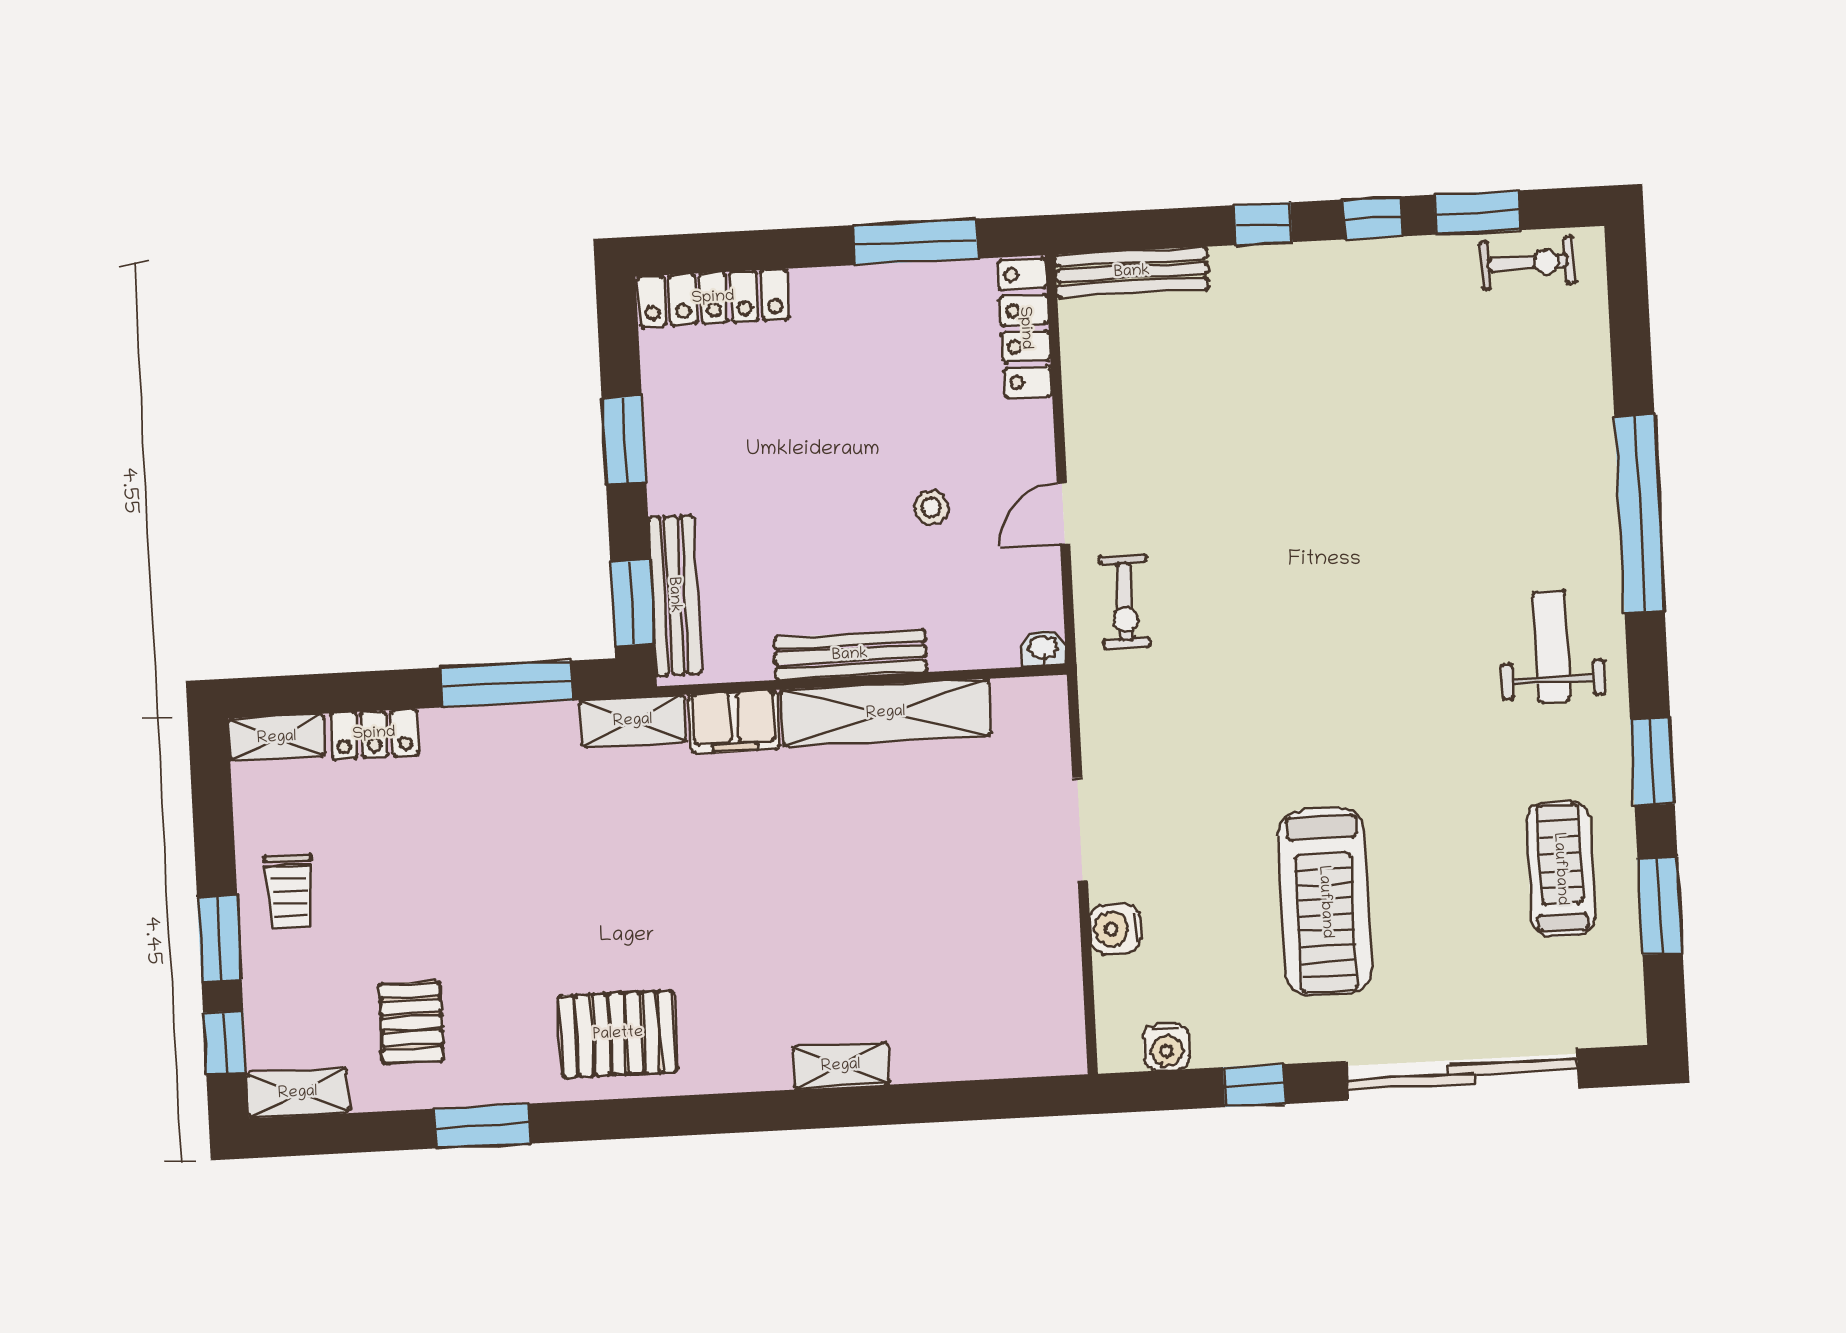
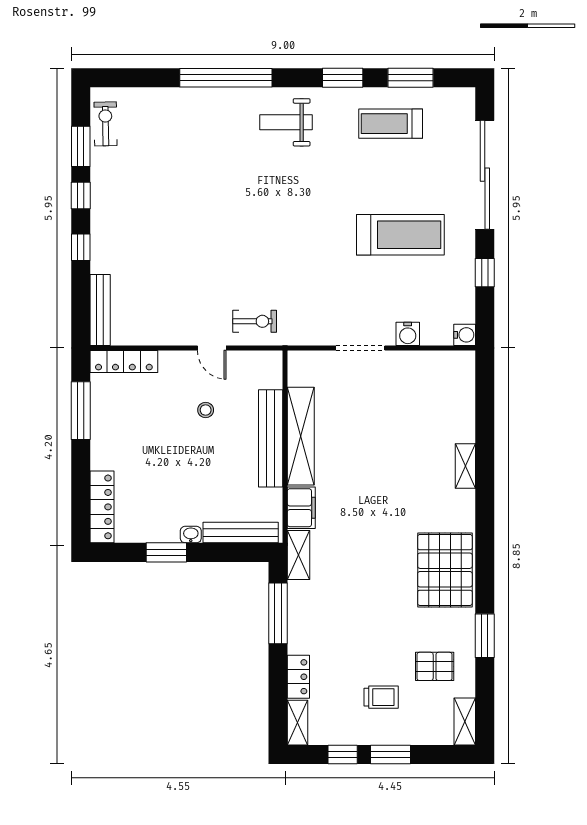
window: (632, 603) -> (243, 552), removed
washbasin: (1043, 648) -> (191, 535), moved, turned 90
bench: (850, 655) -> (271, 438), width x1.37, depth x1.21
trolley: (290, 891) -> (381, 697), moved
pallet: (618, 1034) -> (445, 570), width x1.37, depth x1.41
window: (225, 1043) -> (343, 754), moved
water cooler: (1166, 1047) -> (465, 335), moved

